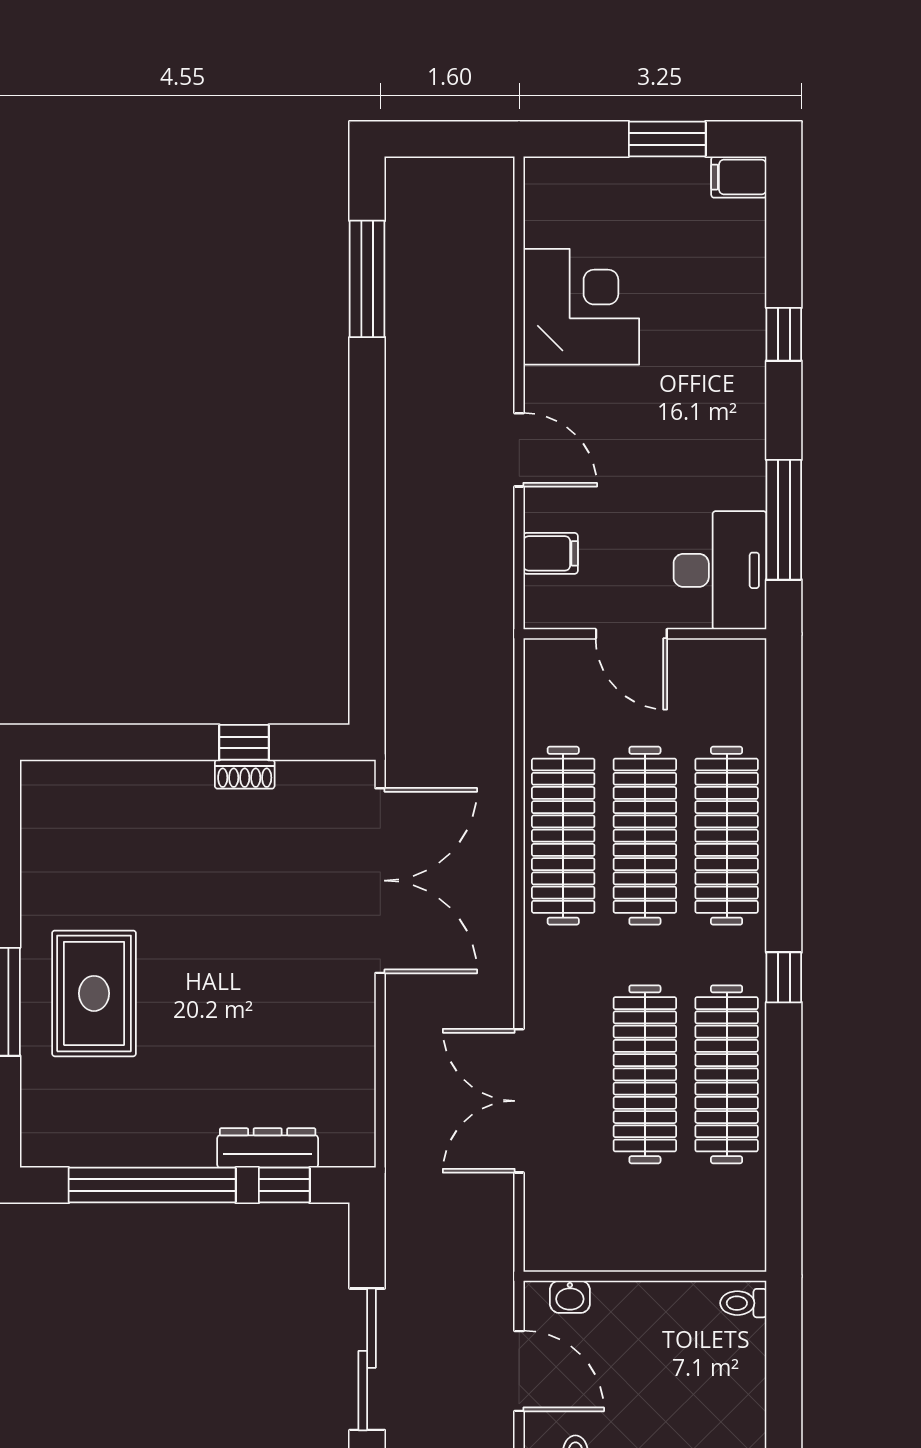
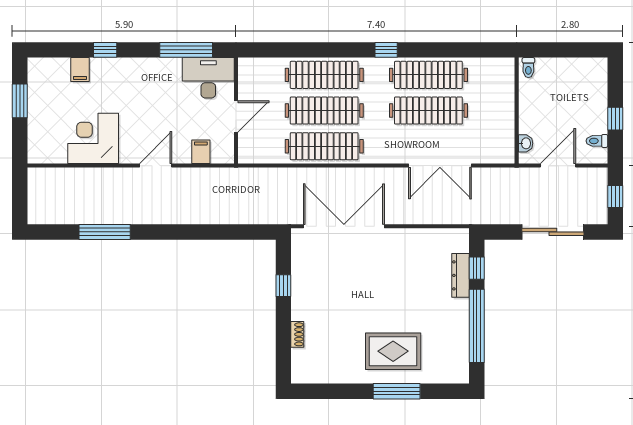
filing cabinet: (739, 177) -> (80, 70), moved
window: (367, 279) -> (105, 232), moved
shoe rack: (245, 774) -> (297, 334), moved

